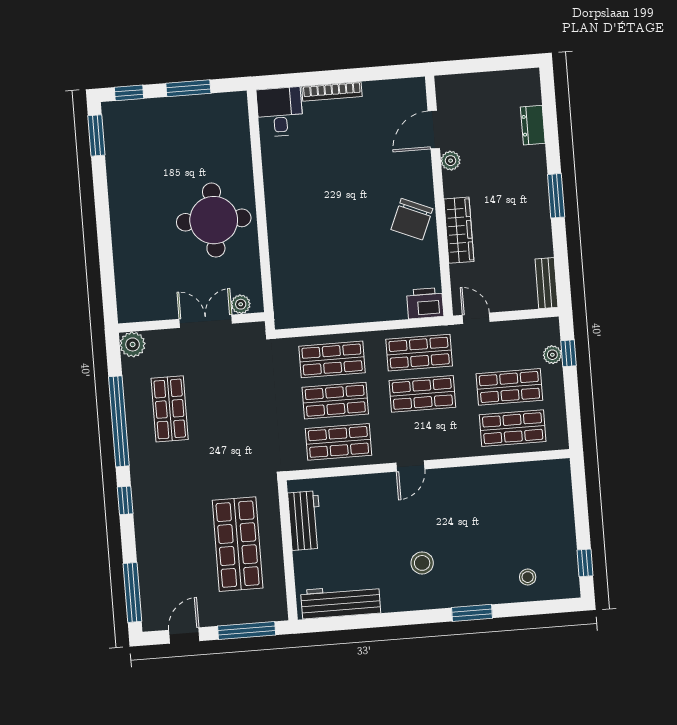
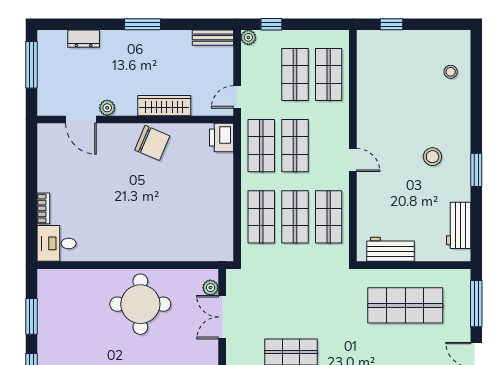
window: (496, 64) -> (32, 65), added
bookcase: (332, 91) -> (43, 208), width x0.64
plant: (552, 355) -> (248, 37), moved
window: (585, 563) -> (391, 24), moved
workbench: (341, 602) -> (459, 225), width x0.73
window: (472, 613) -> (476, 170), moved

